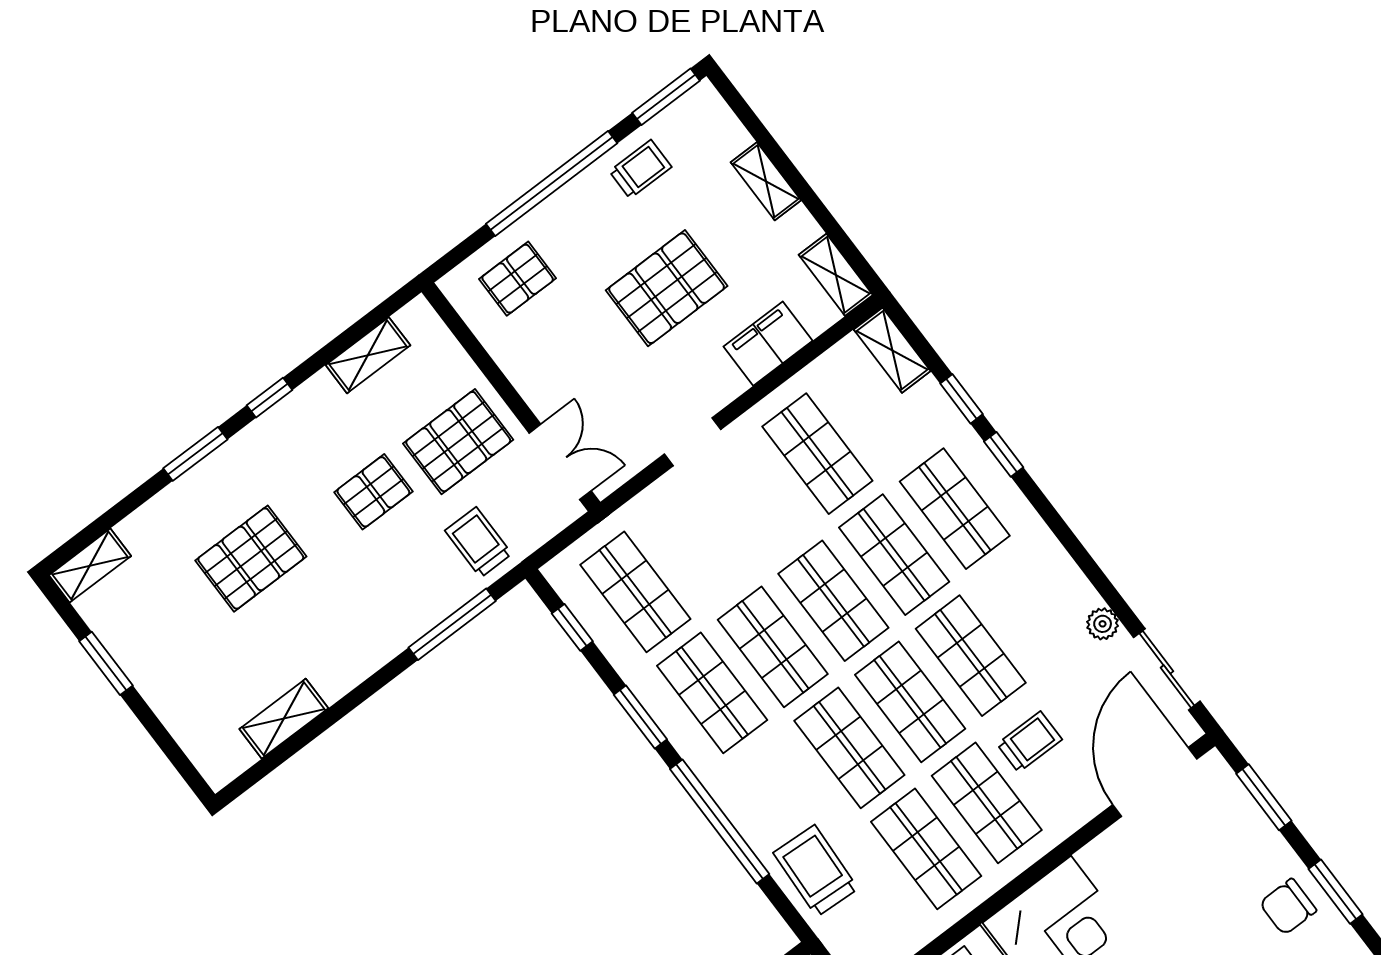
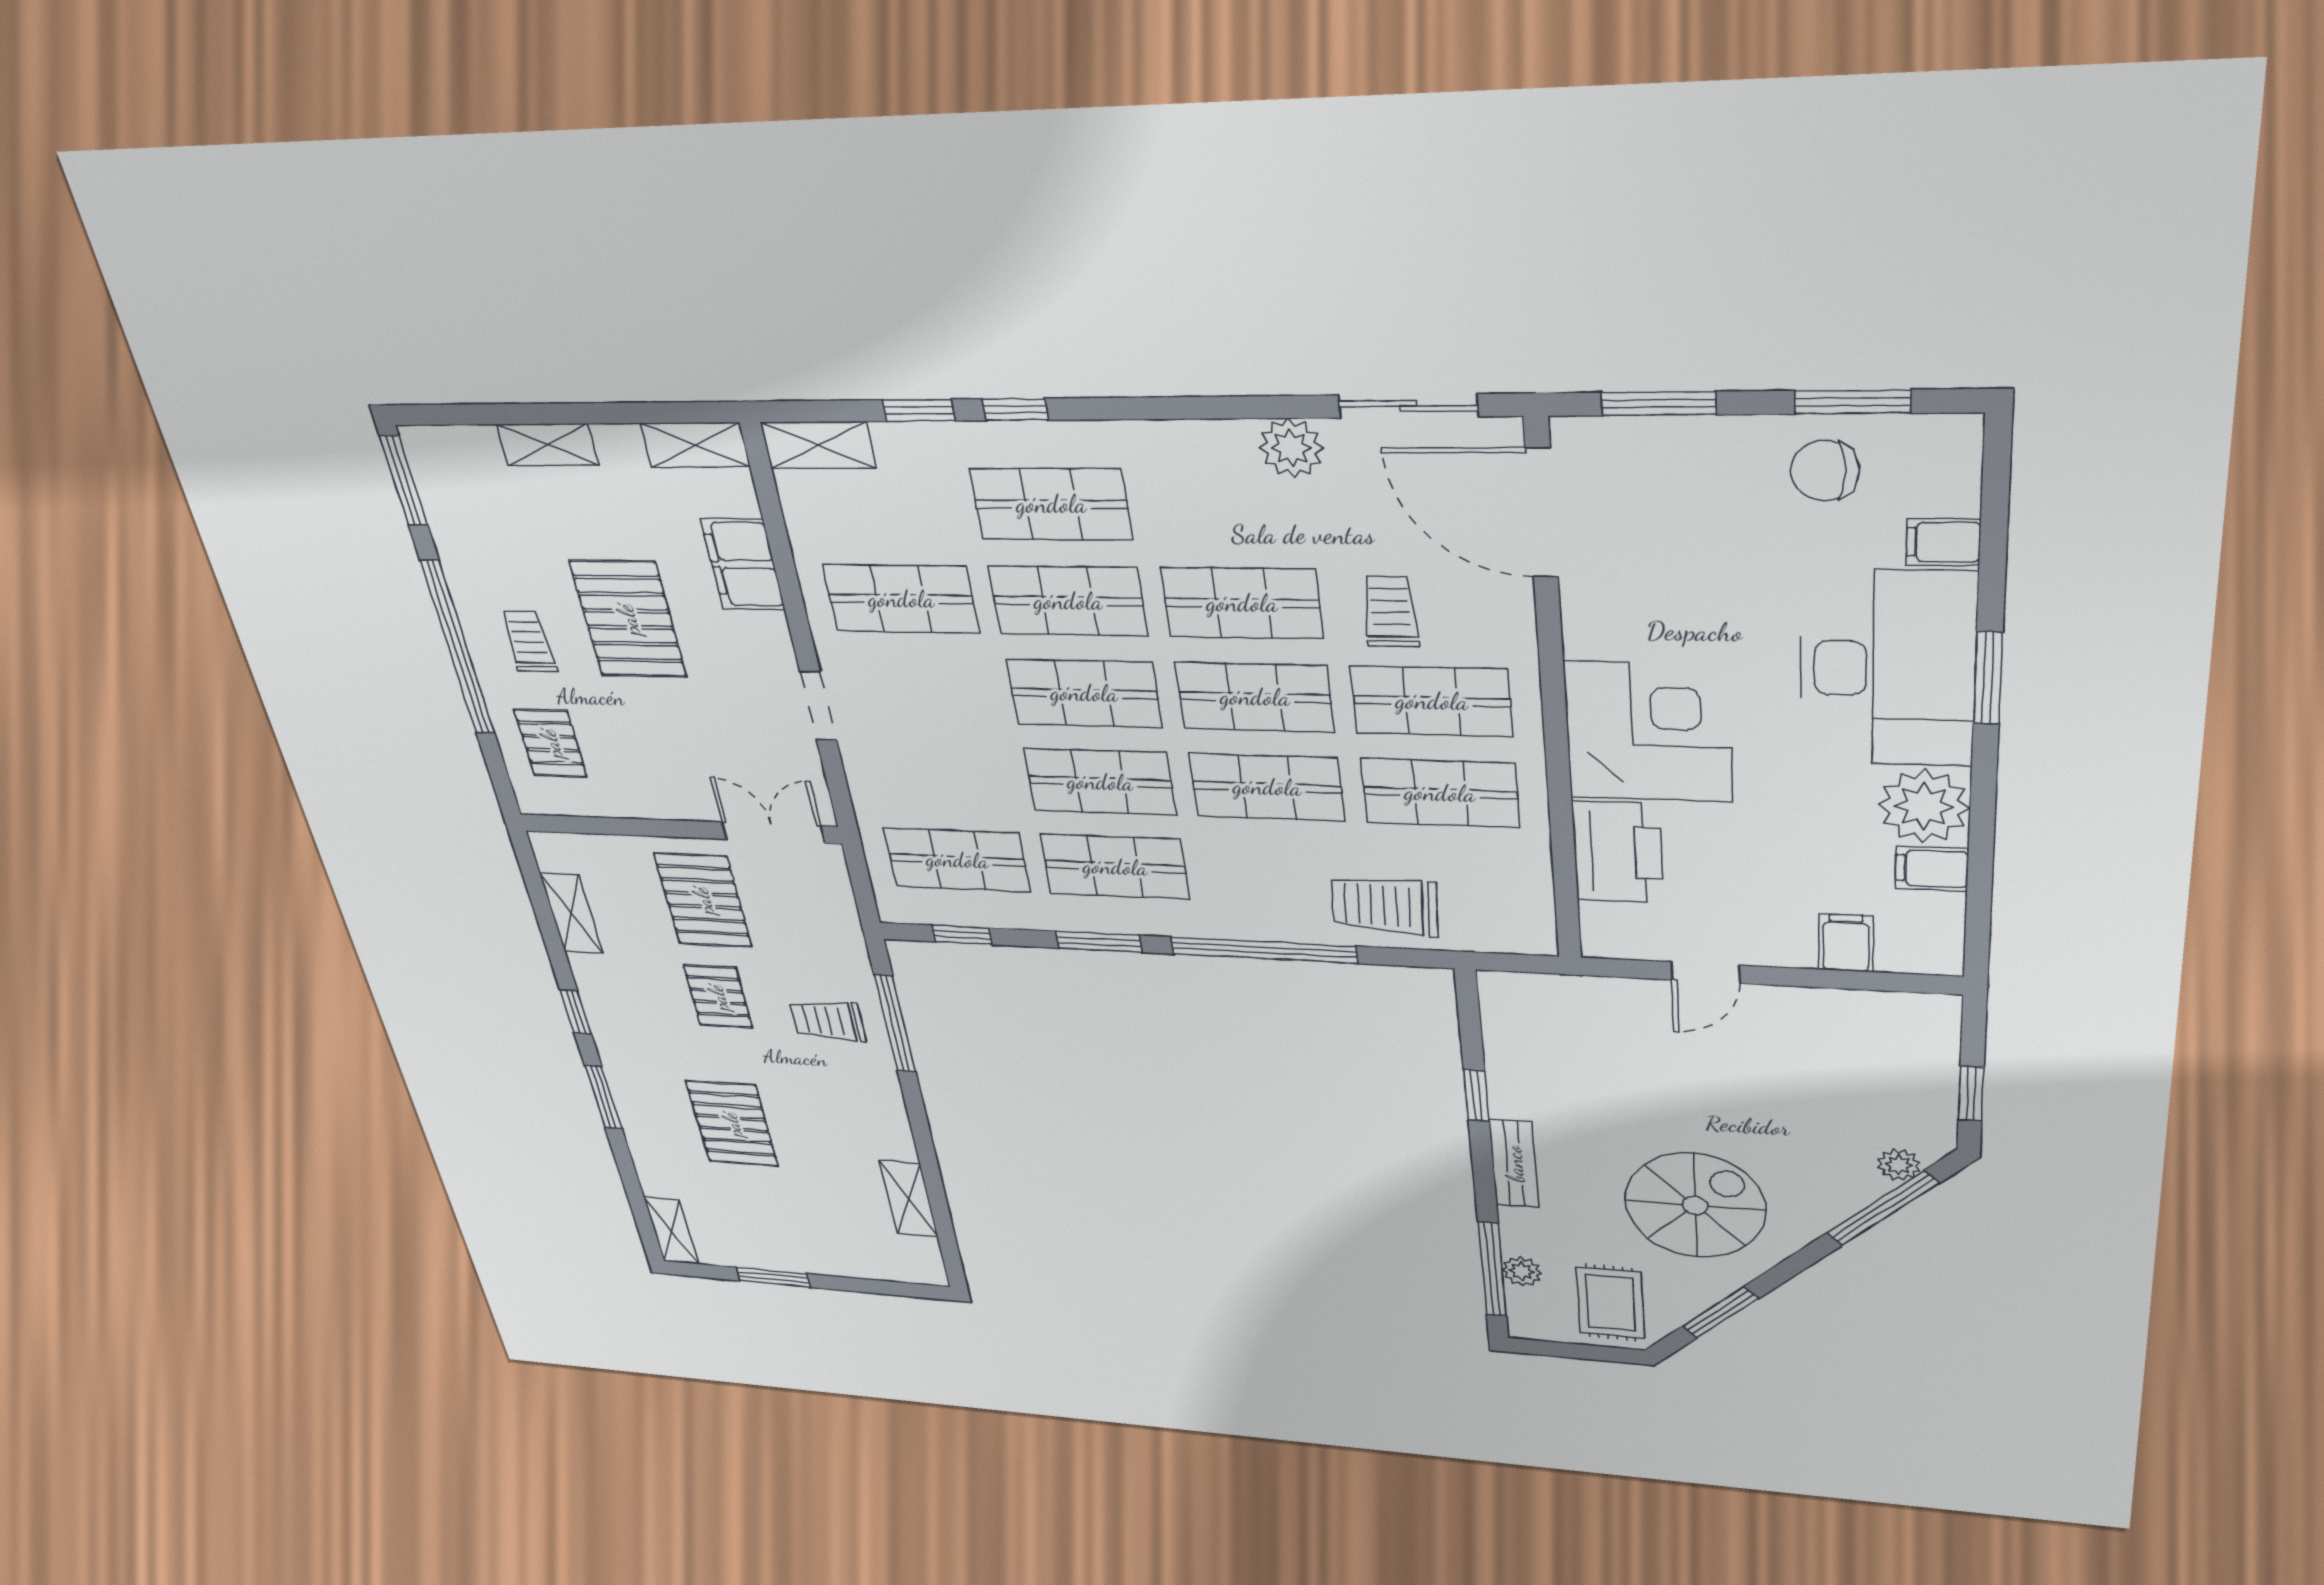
trolley: (641, 169) -> (529, 641), moved
trolley: (478, 542) -> (828, 1021), moved
plant: (1103, 624) -> (1291, 448), width x1.38, depth x1.38
chair: (1288, 907) -> (1825, 471), turned 90

